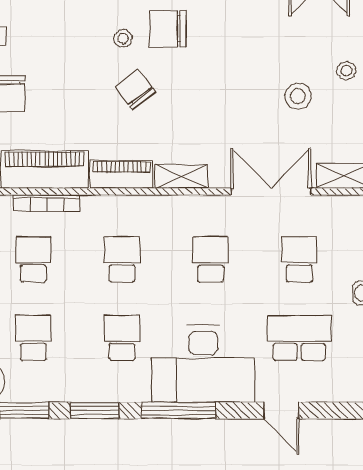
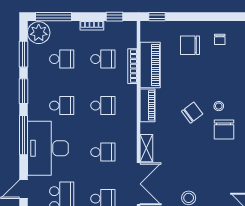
chair: (168, 29) -> (224, 130), turned 180
shelving: (181, 176) -> (146, 148), moved

